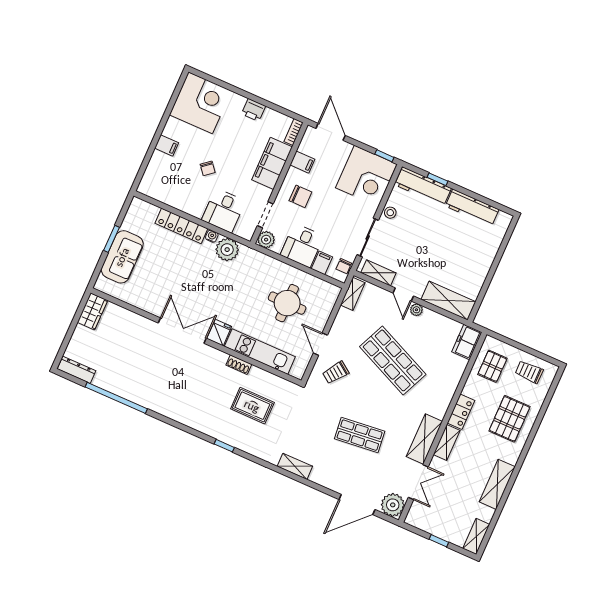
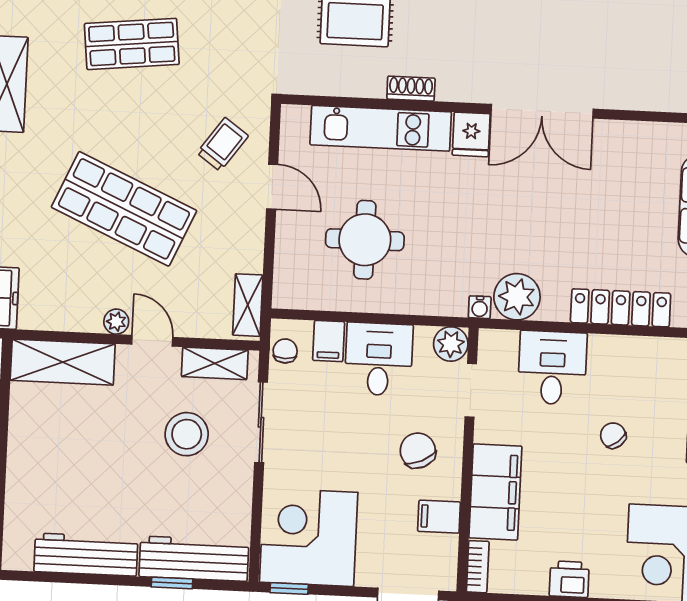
chair: (300, 196) -> (418, 451), turned 65
stool: (390, 213) -> (187, 434), moved, width x1.89, depth x1.89
water cooler: (212, 236) -> (480, 307), moved

